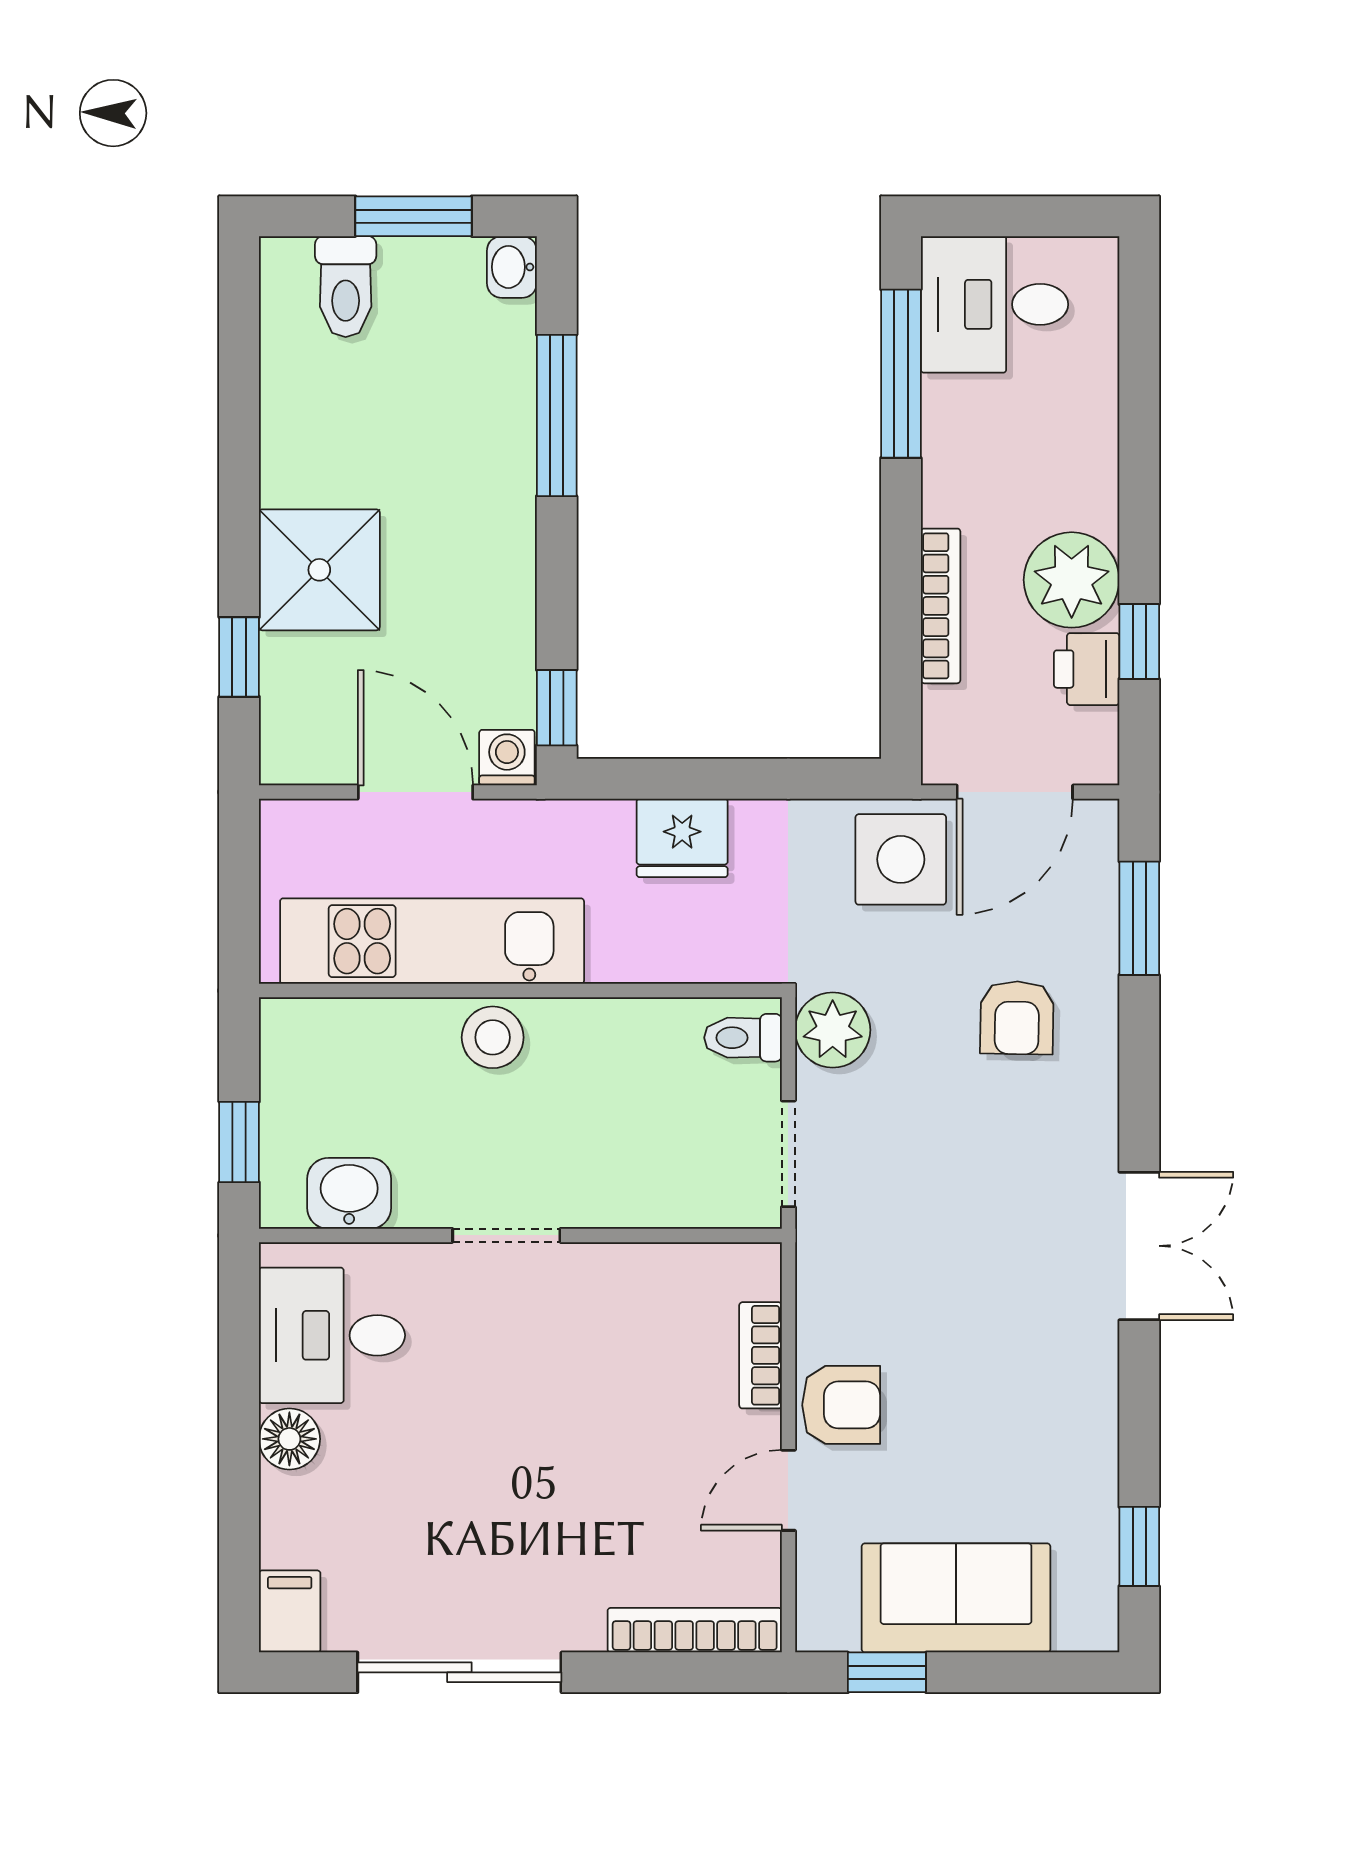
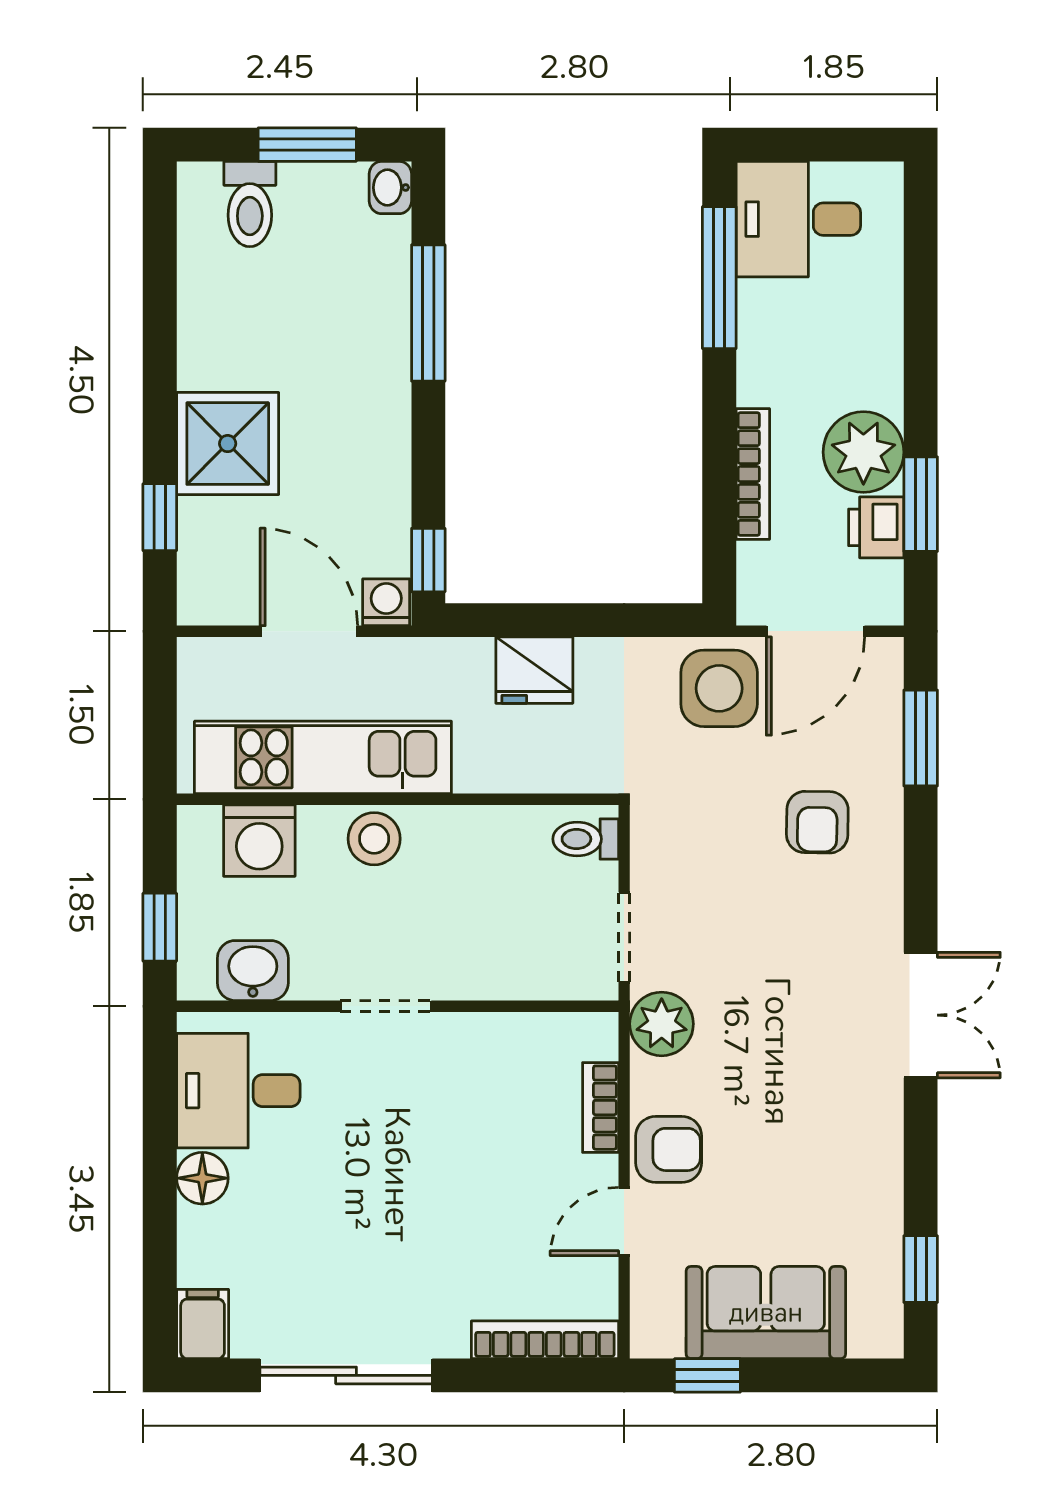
window: (1139, 642) -> (921, 504), width x1.50
plant: (833, 1030) -> (662, 1024), moved
washing machine: (357, 1040) -> (259, 841), added

